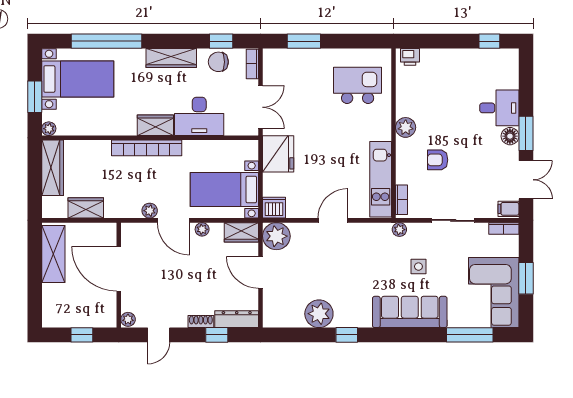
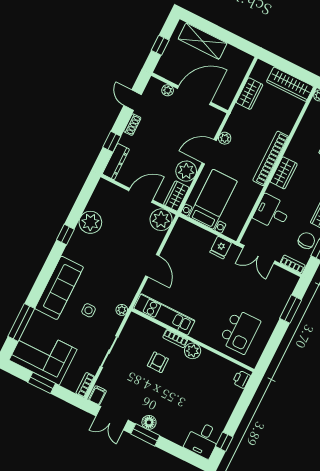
desk: (499, 108) -> (203, 440), moved
desk: (199, 116) -> (272, 212), width x0.73
fridge: (278, 154) -> (221, 248), width x0.53, depth x0.75
bookcase: (402, 200) -> (175, 339), moved
dishwasher: (274, 208) -> (182, 228), removed
plant: (202, 229) -> (186, 171), width x1.87, depth x1.87
shelving: (53, 254) -> (203, 41), moved
plant: (128, 319) -> (168, 90), moved
shoe rack: (201, 322) -> (132, 125), moved

